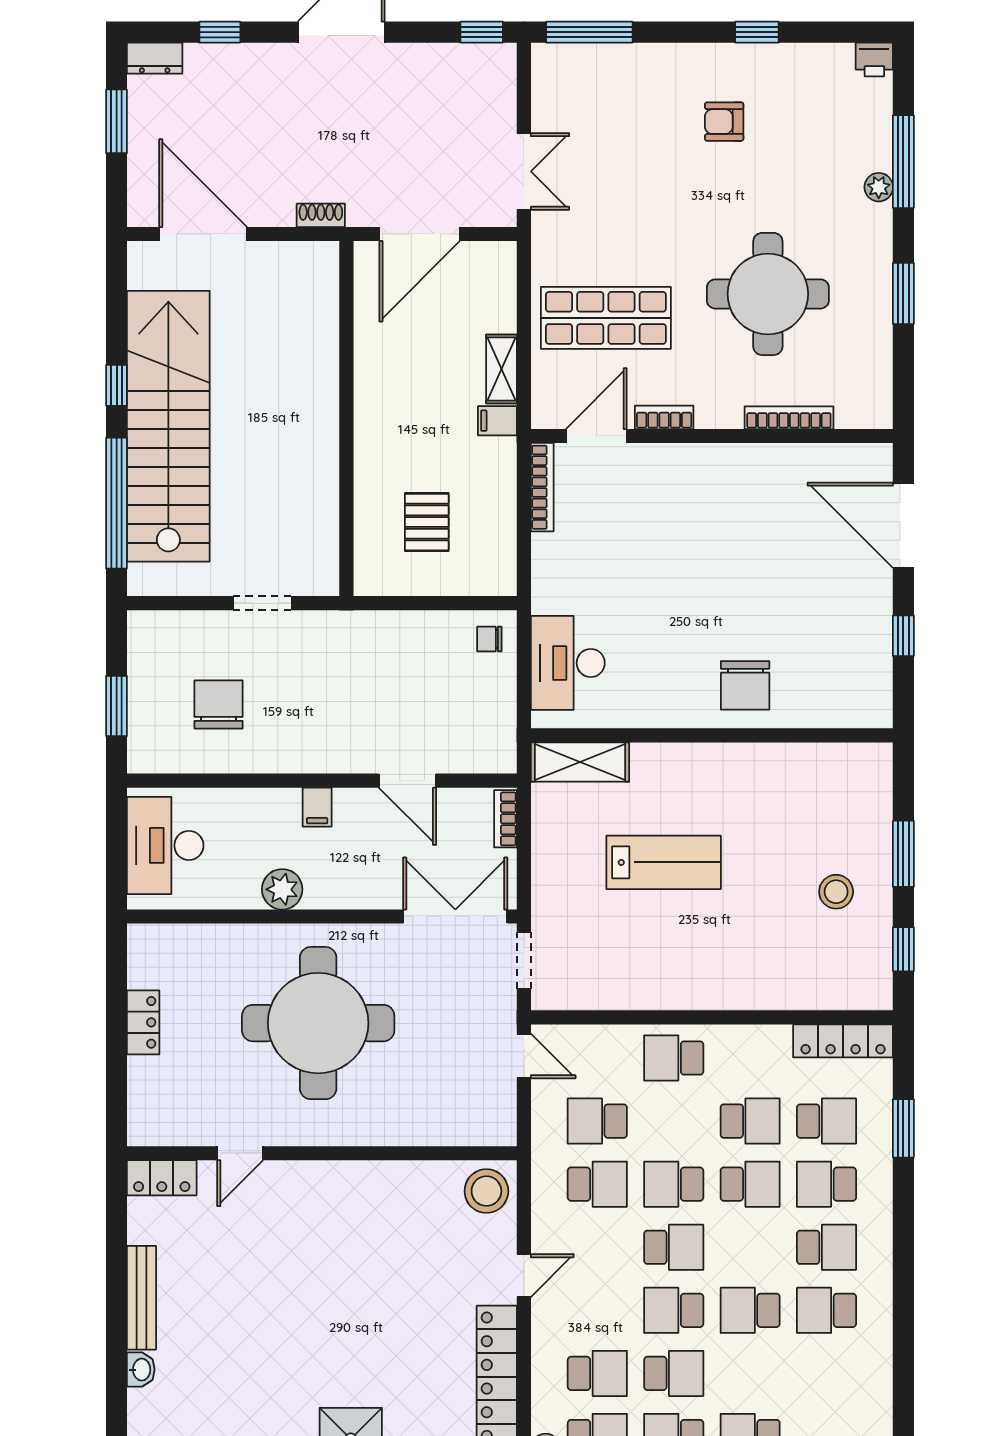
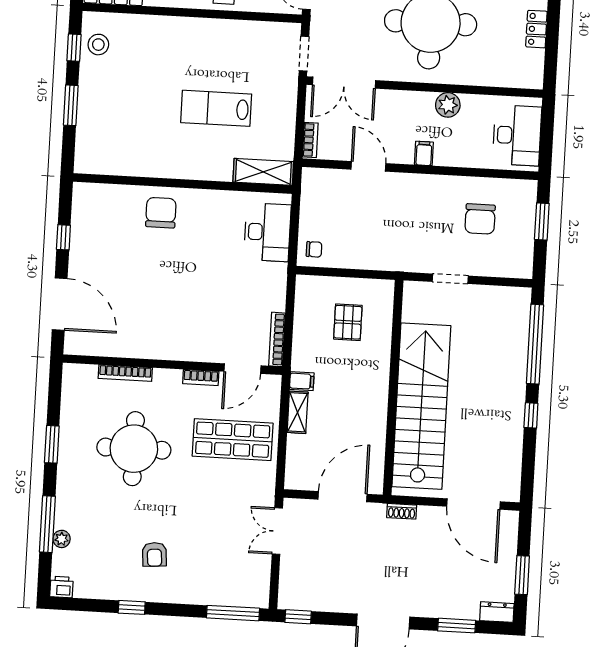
window: (220, 32) -> (457, 626), width x1.50
armchair: (724, 122) -> (154, 554), turned 86
plant: (879, 187) -> (62, 539), moved
stairs: (168, 426) -> (421, 406), moved, turned 180
stool: (836, 892) -> (98, 45), moved

